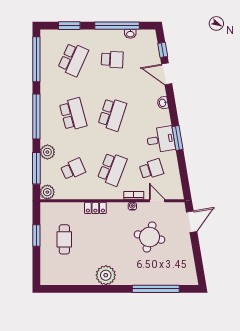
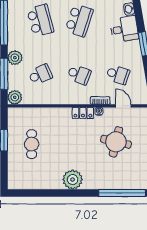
desk: (161, 140) -> (124, 29), moved
school desk: (112, 169) -> (79, 75), width x0.54
school desk: (151, 169) -> (118, 75), turned 36
locker: (95, 208) -> (83, 113), moved

